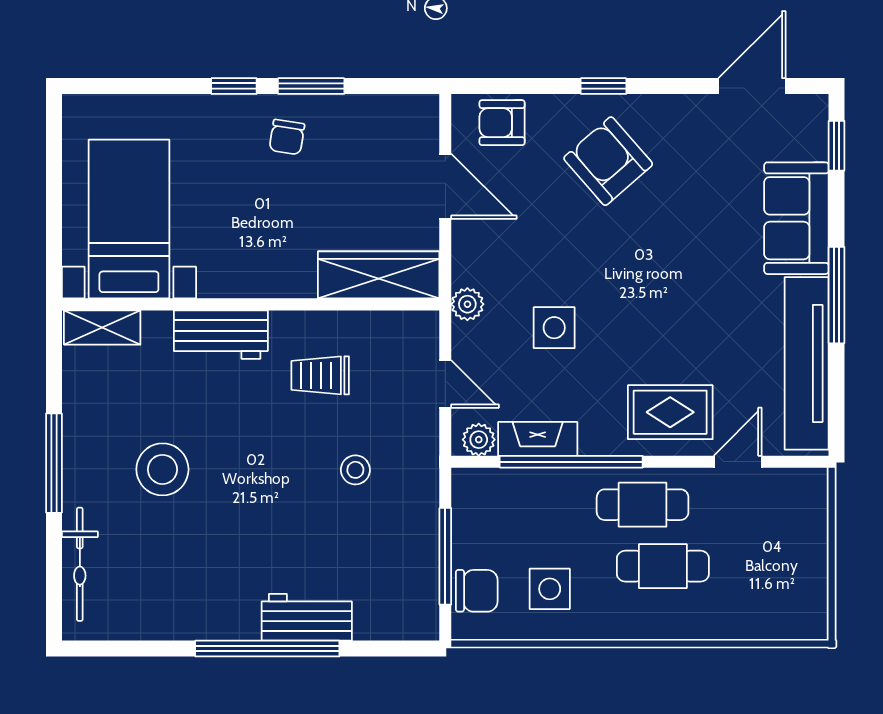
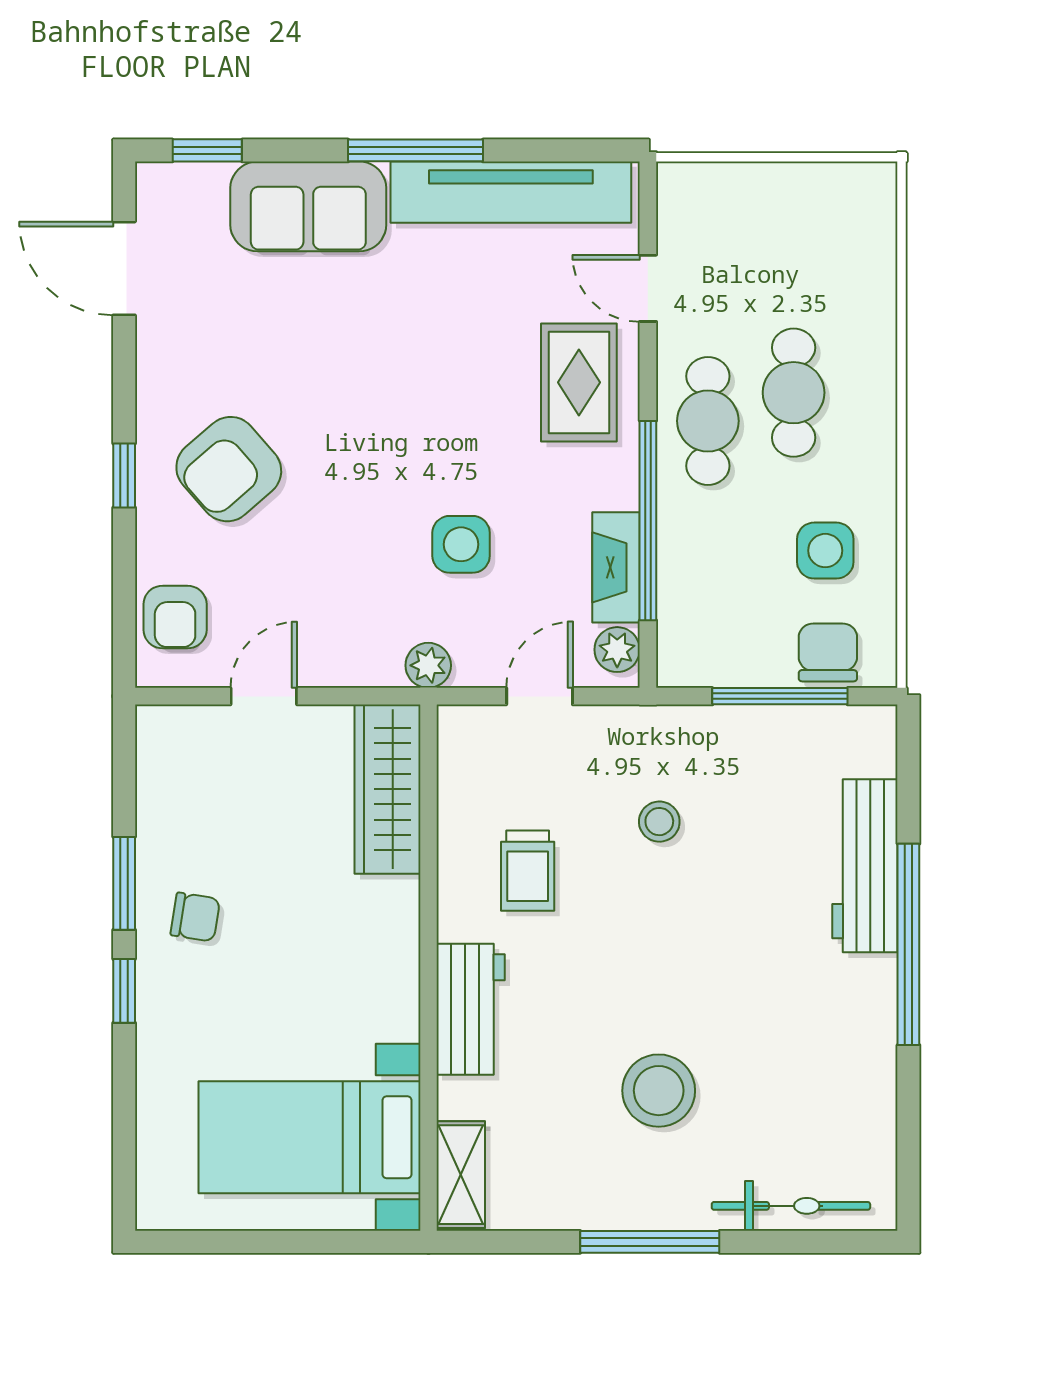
door: (445, 186) -> (264, 696), width x0.73
workbench: (307, 617) -> (865, 866), width x1.38

